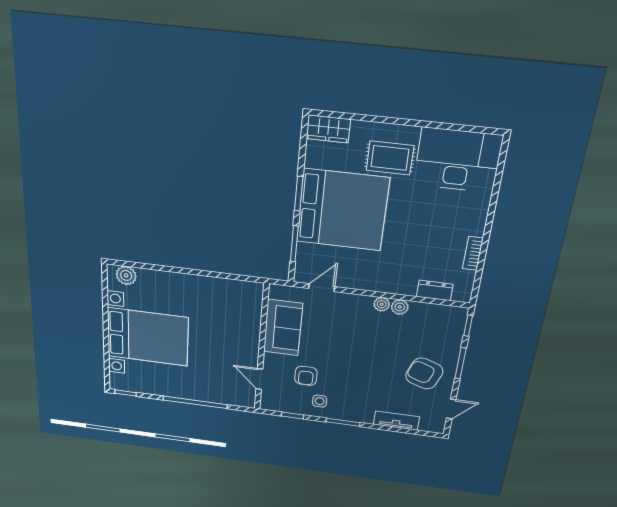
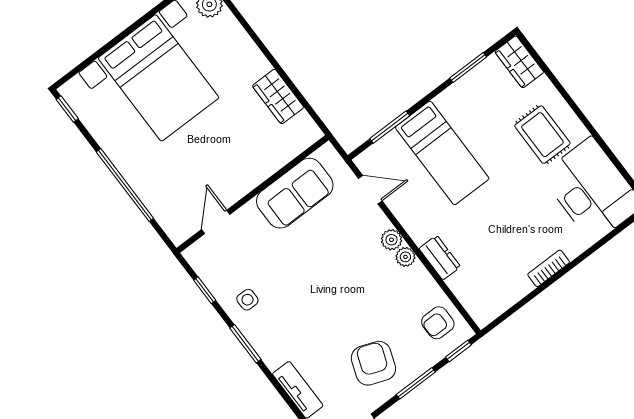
window: (299, 194) -> (468, 68), moved
bed: (342, 210) -> (442, 153), width x0.49
bookcase: (473, 253) -> (549, 268), moved
wardrobe: (216, 287) -> (278, 97), added
dresser: (435, 290) -> (440, 258), moved
plant: (400, 307) -> (392, 240), moved
armchair: (306, 376) -> (438, 323), moved

